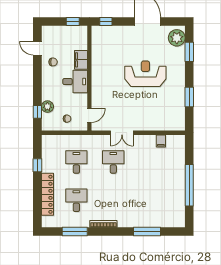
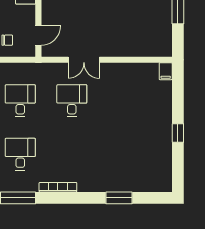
filing cabinet: (161, 141) -> (166, 71), moved
window: (189, 185) -> (178, 133), width x0.32
window: (147, 232) -> (119, 198), width x0.69

